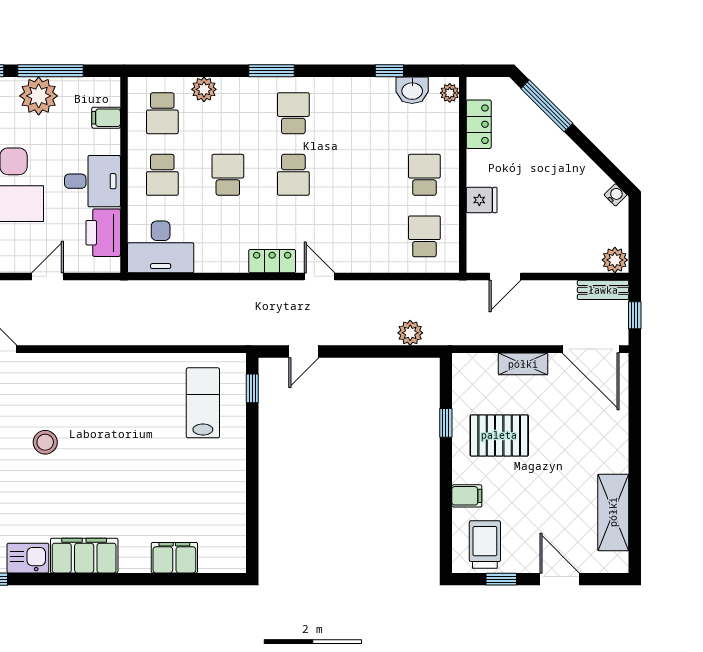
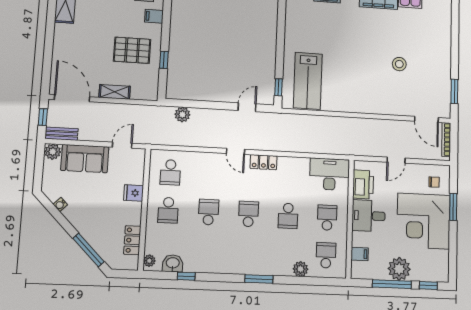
school desk: (293, 113) -> (208, 212), moved, turned 180
water cooler: (615, 195) -> (60, 205), moved
sofa: (563, 252) -> (85, 159), added
lab bench: (203, 403) -> (308, 81), width x1.36, depth x1.39

